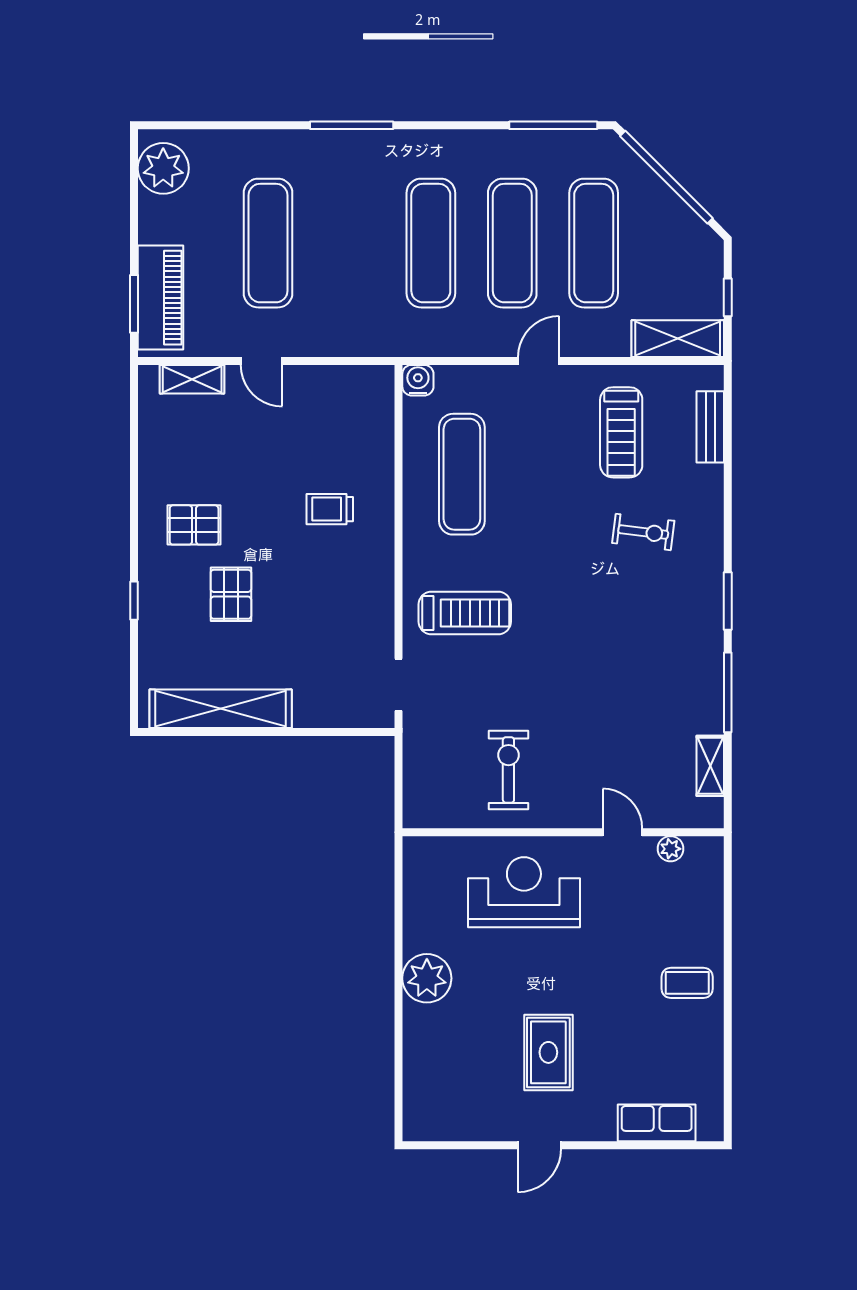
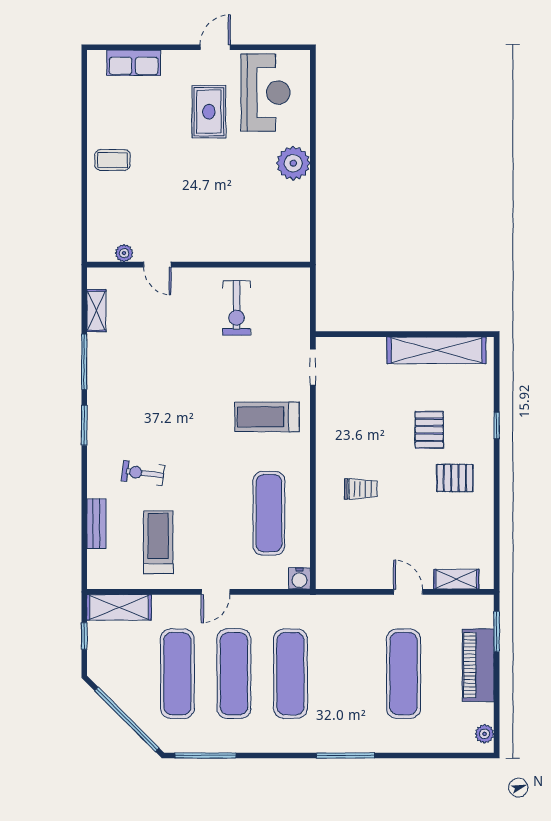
plant: (163, 168) -> (485, 734), width x0.53, depth x0.53
piano: (160, 298) -> (478, 665), moved
bench: (710, 427) -> (96, 524), moved
reception desk: (524, 892) -> (266, 93), moved, turned -90

